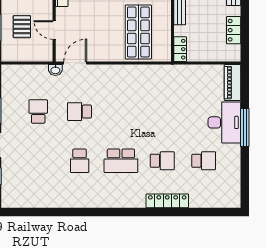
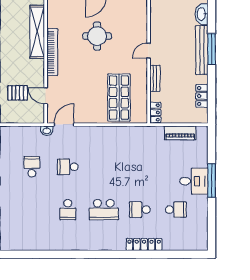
pallet: (22, 27) -> (18, 93), turned 90
piano: (233, 83) -> (180, 133), moved, turned -90
desk: (224, 122) -> (194, 181), width x0.73
school desk: (162, 161) -> (140, 210), turned 180

